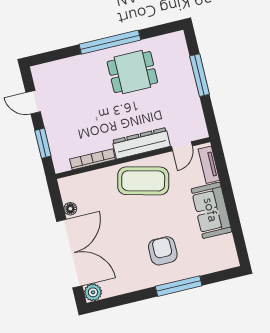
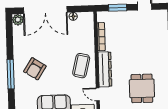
dining table: (132, 72) -> (142, 88), moved
coffee table: (143, 181) -> (81, 66), width x0.73, depth x0.76
armchair: (163, 251) -> (35, 69), turned 123

